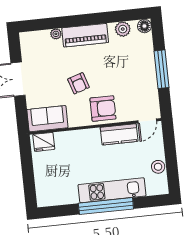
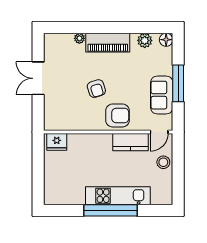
sofa: (47, 119) -> (162, 95), moved, turned -90
stool: (158, 167) -> (163, 162), moved

